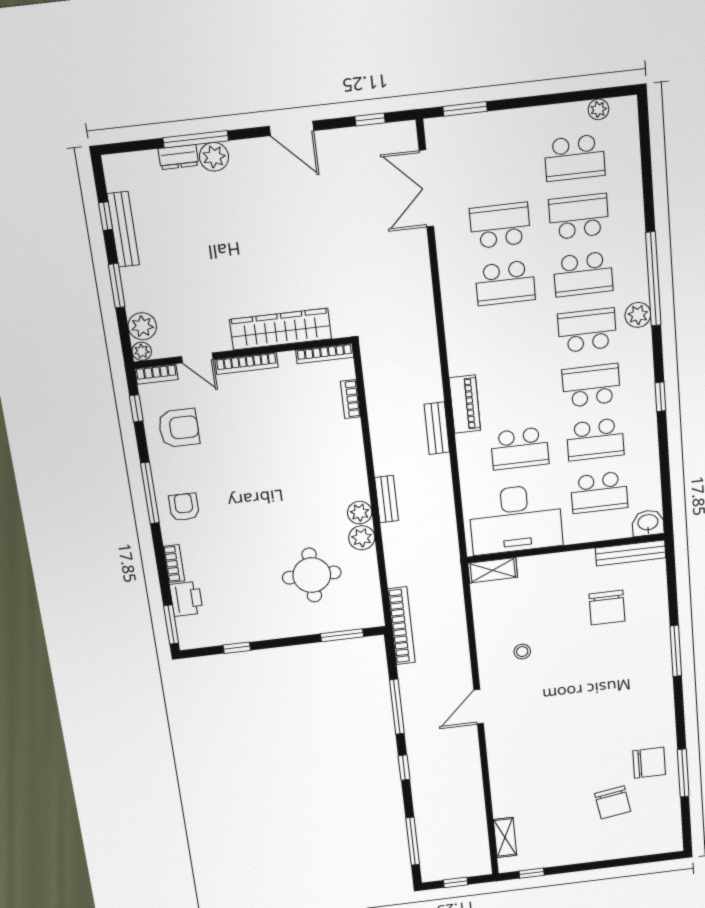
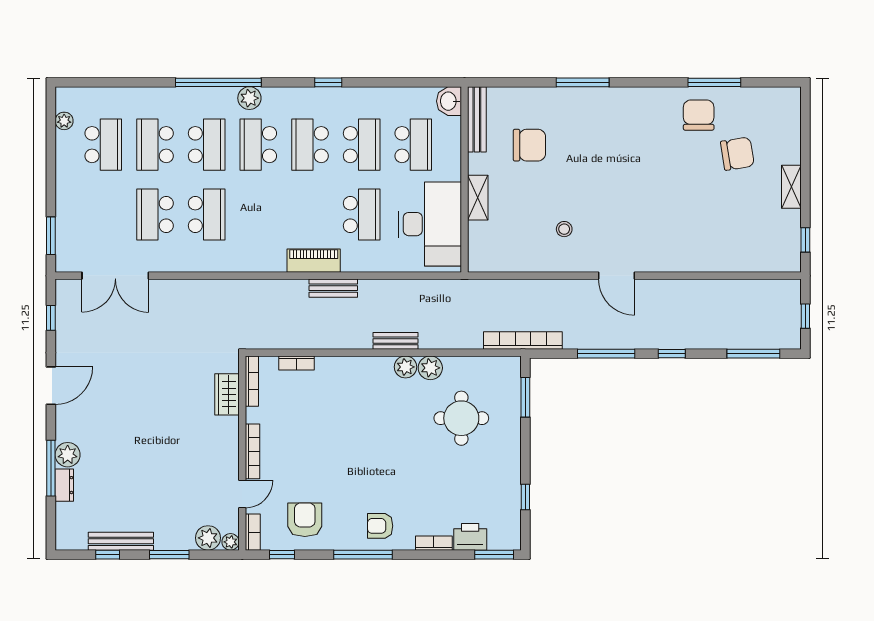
wardrobe: (281, 329) -> (227, 394), width x0.48, depth x0.85
shelving: (493, 570) -> (478, 198), moved
shelving: (505, 837) -> (791, 187), moved, turned 90

